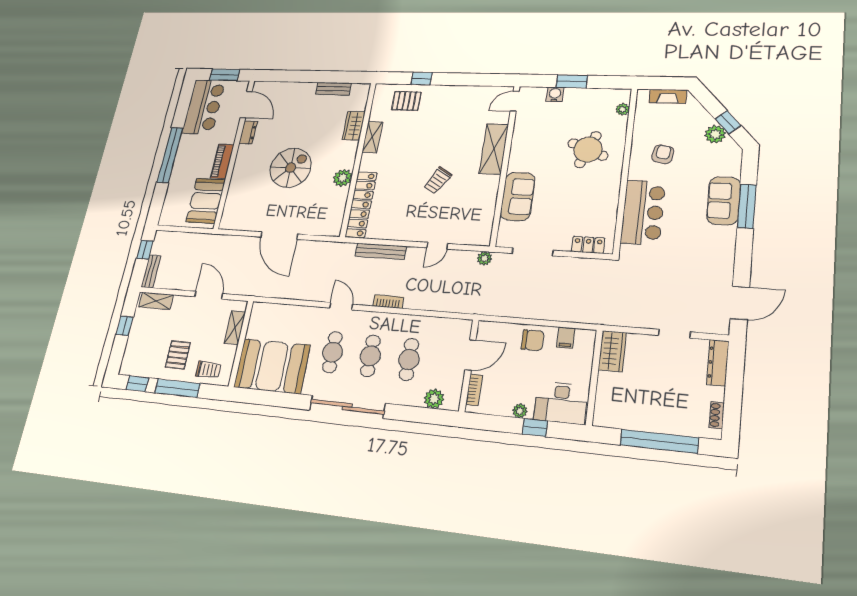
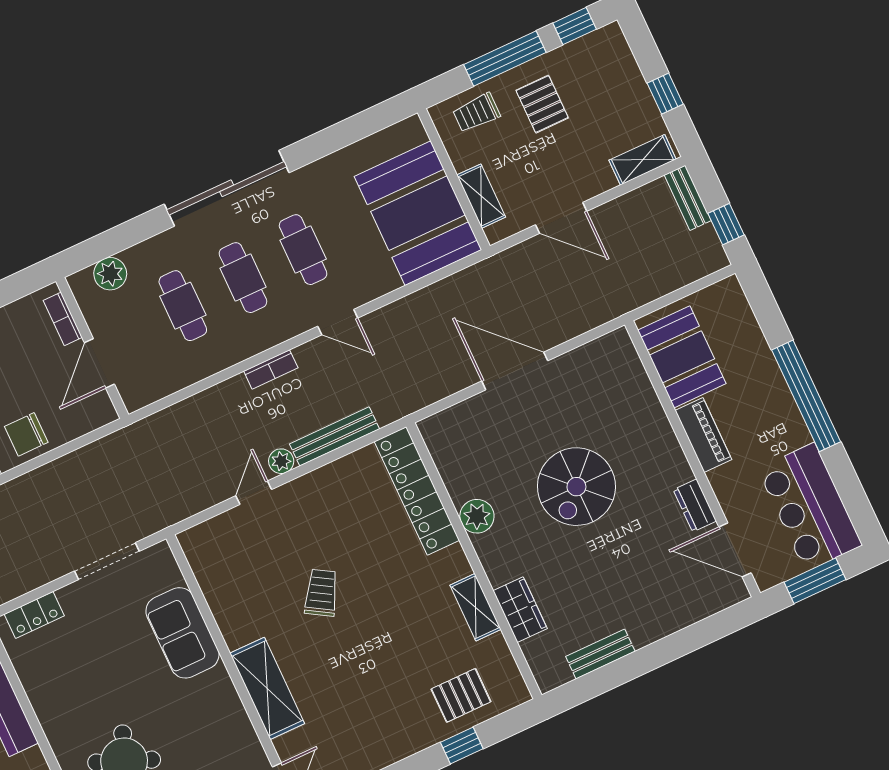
plant: (485, 258) -> (281, 461), moved
booth: (272, 366) -> (418, 213), moved, turned 90

